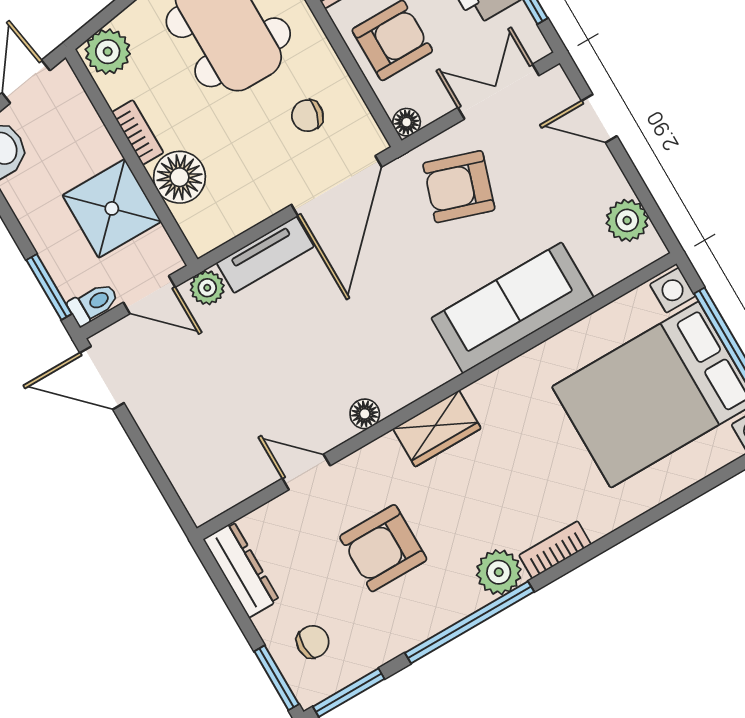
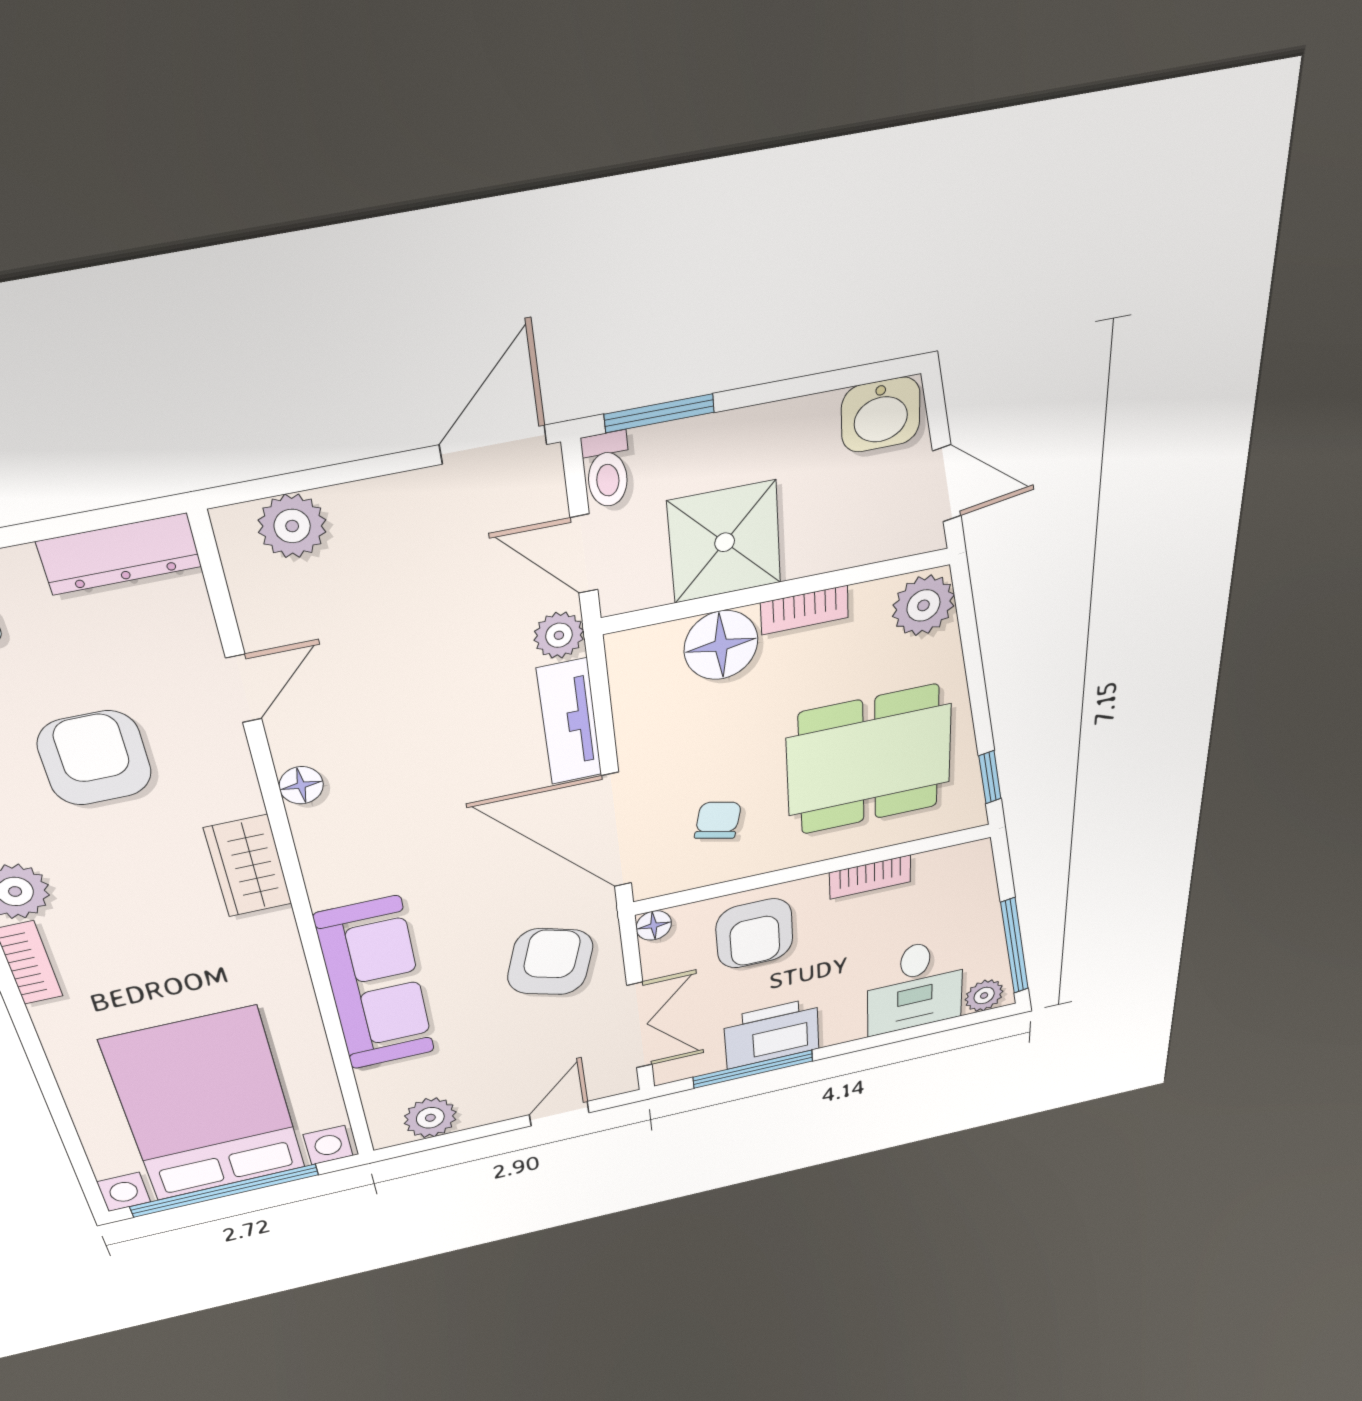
door: (149, 295) -> (584, 554), hinge flipped
plant: (191, 477) -> (292, 526), added

